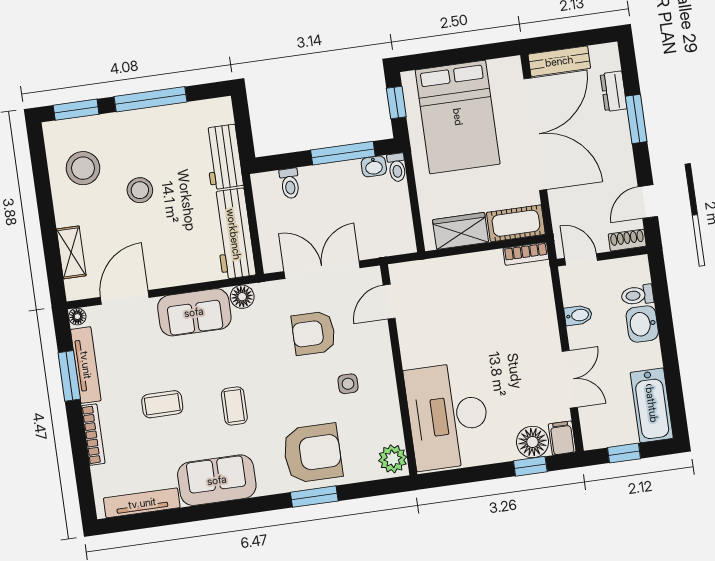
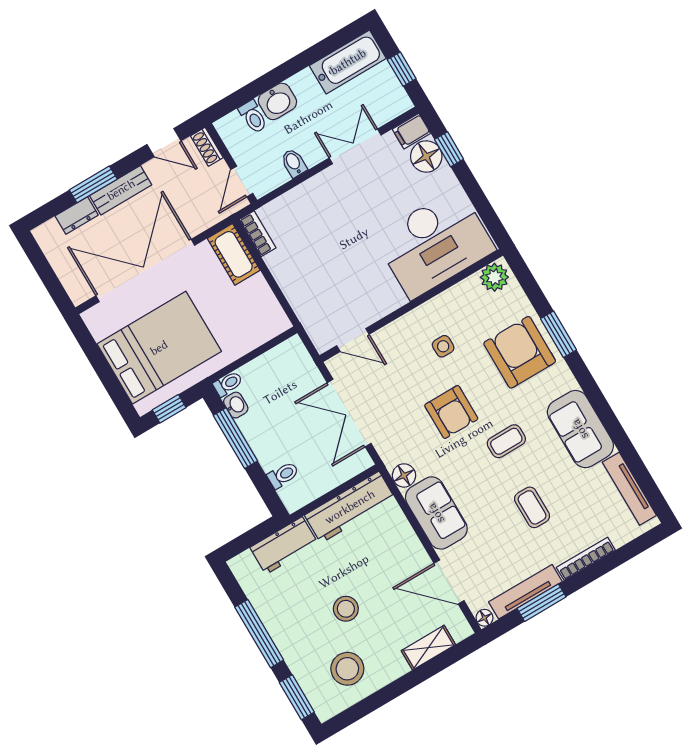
bench: (559, 61) -> (121, 190), moved, turned 90
wardrobe: (461, 231) -> (262, 302), removed
armchair: (314, 333) -> (451, 412), moved

